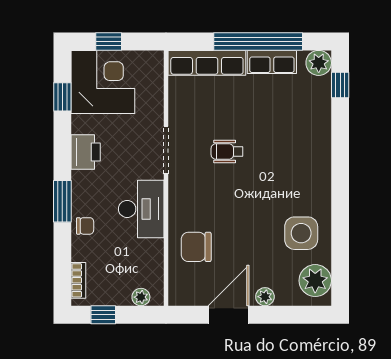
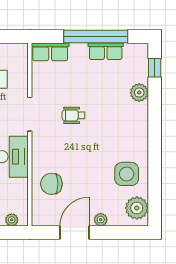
row of seats: (207, 63) -> (50, 52), width x0.68
plant: (319, 63) -> (139, 93), moved

